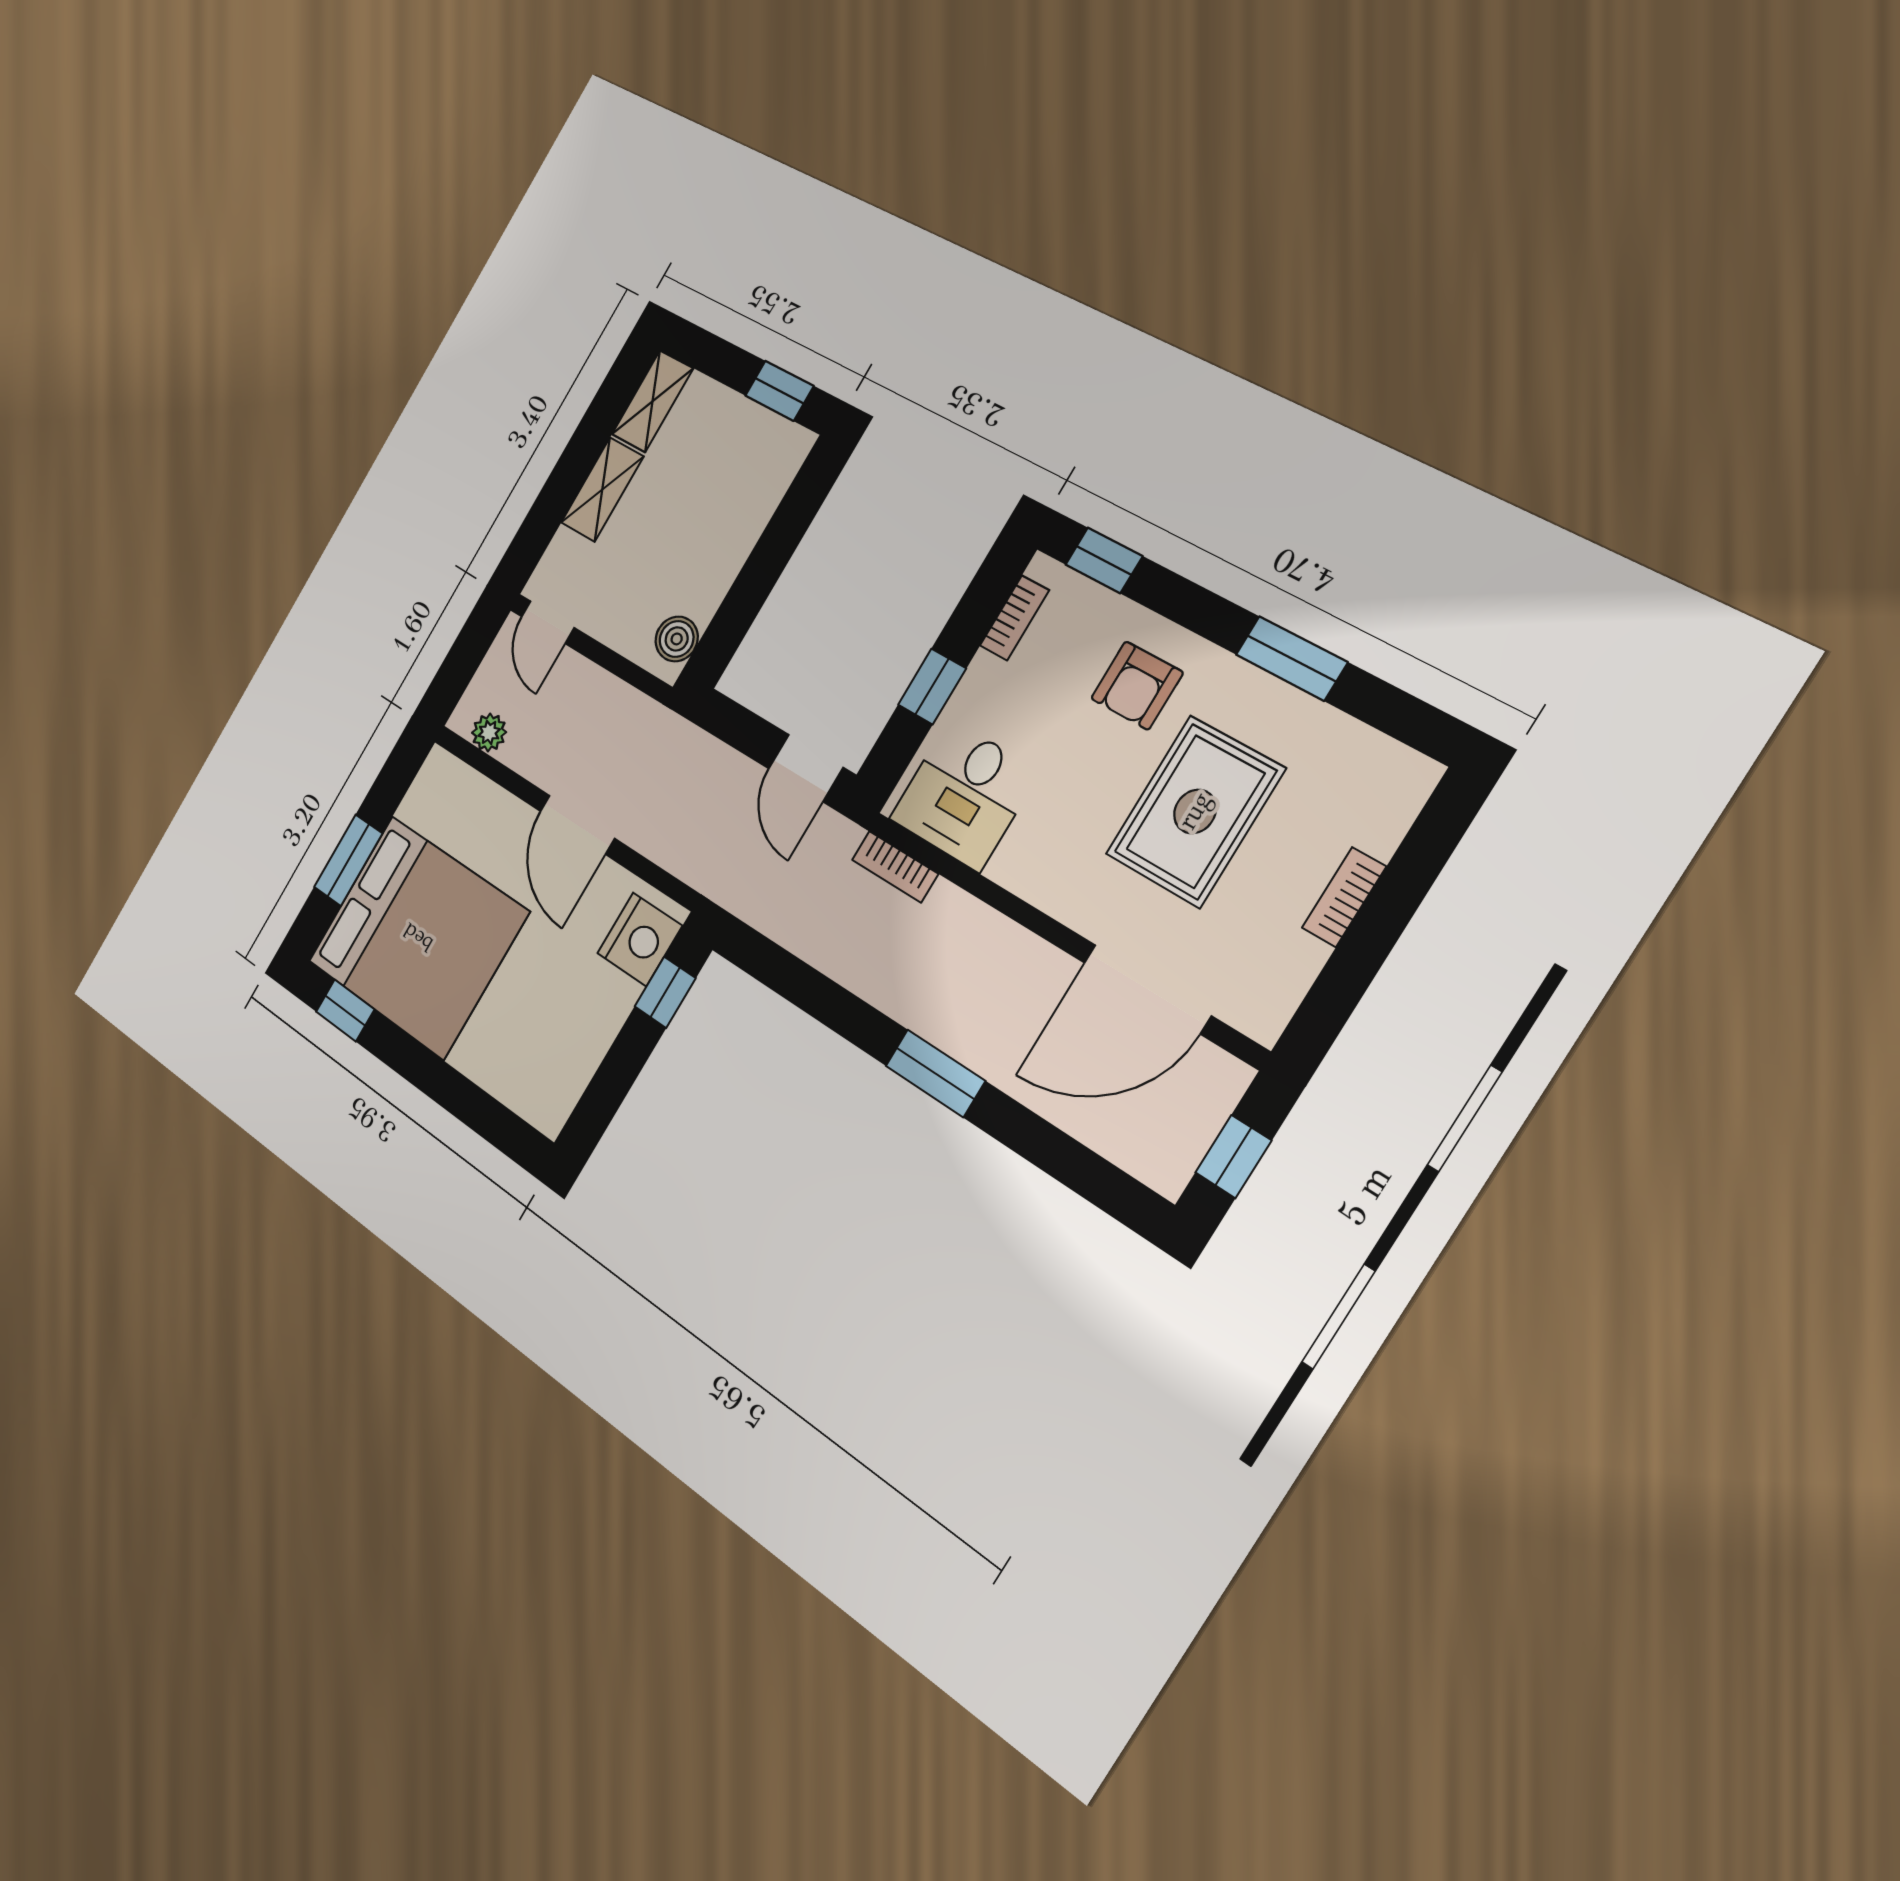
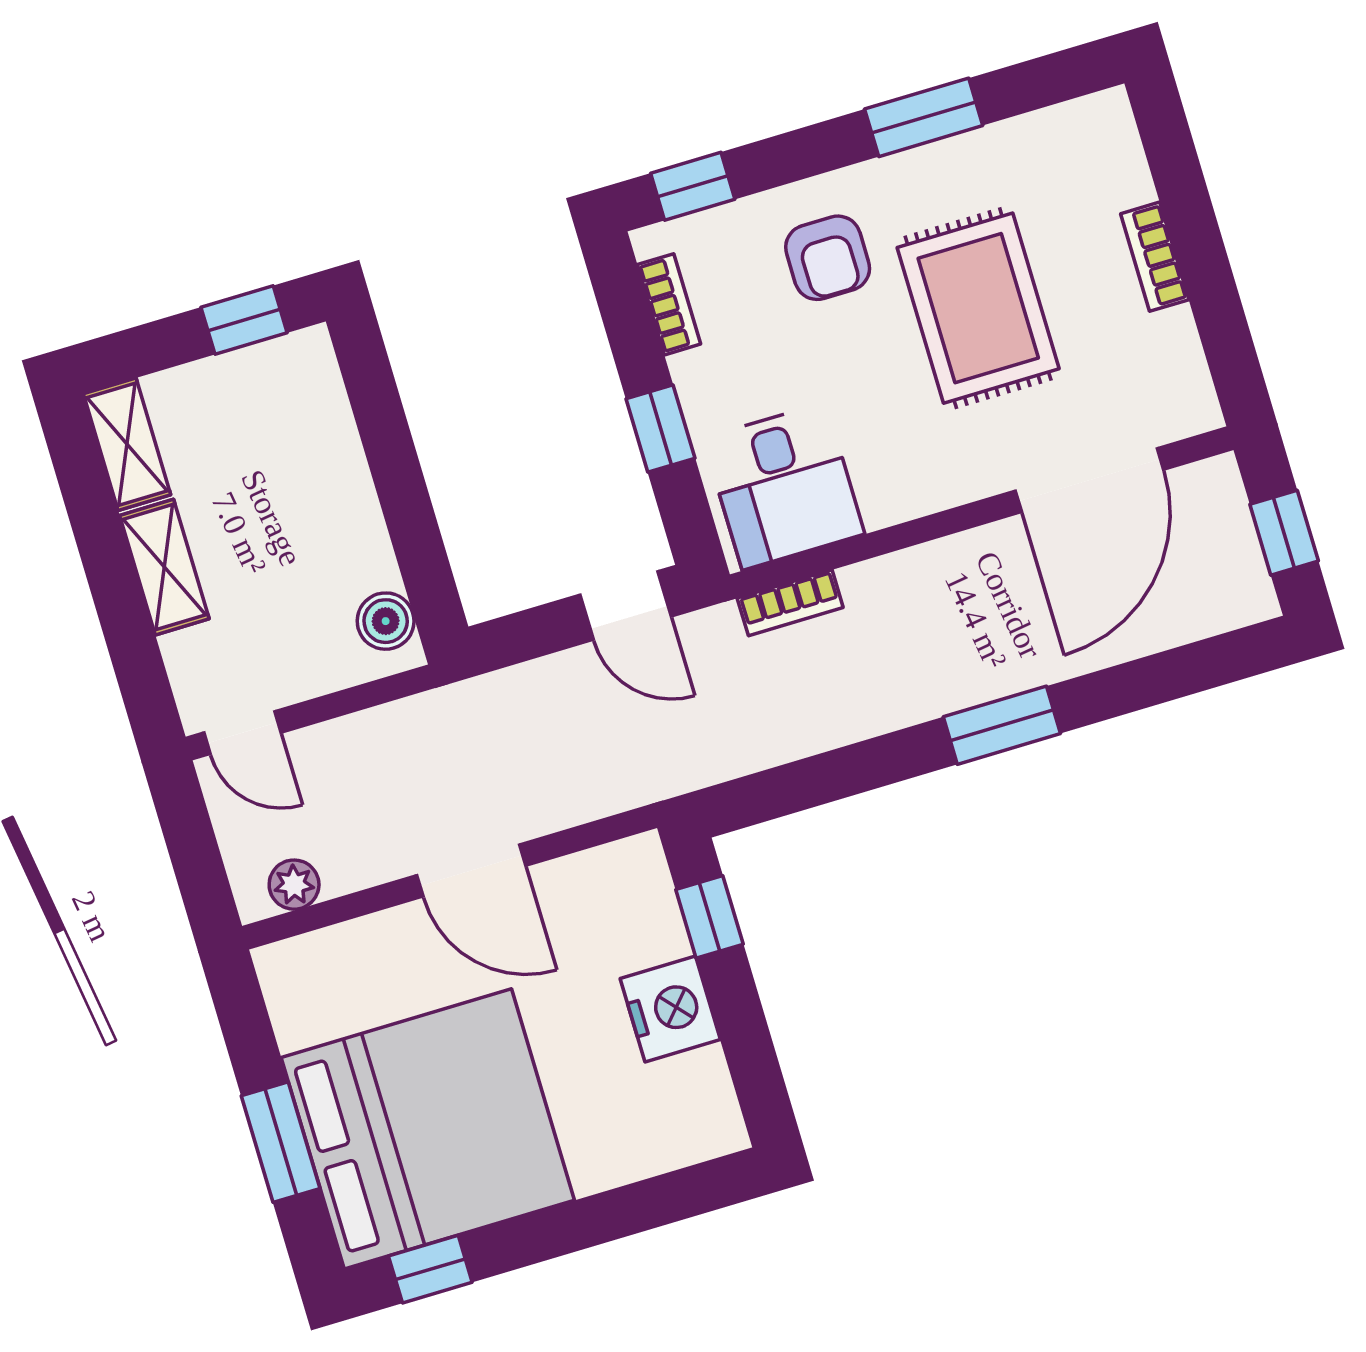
nightstand: (640, 939) -> (670, 1009), moved

